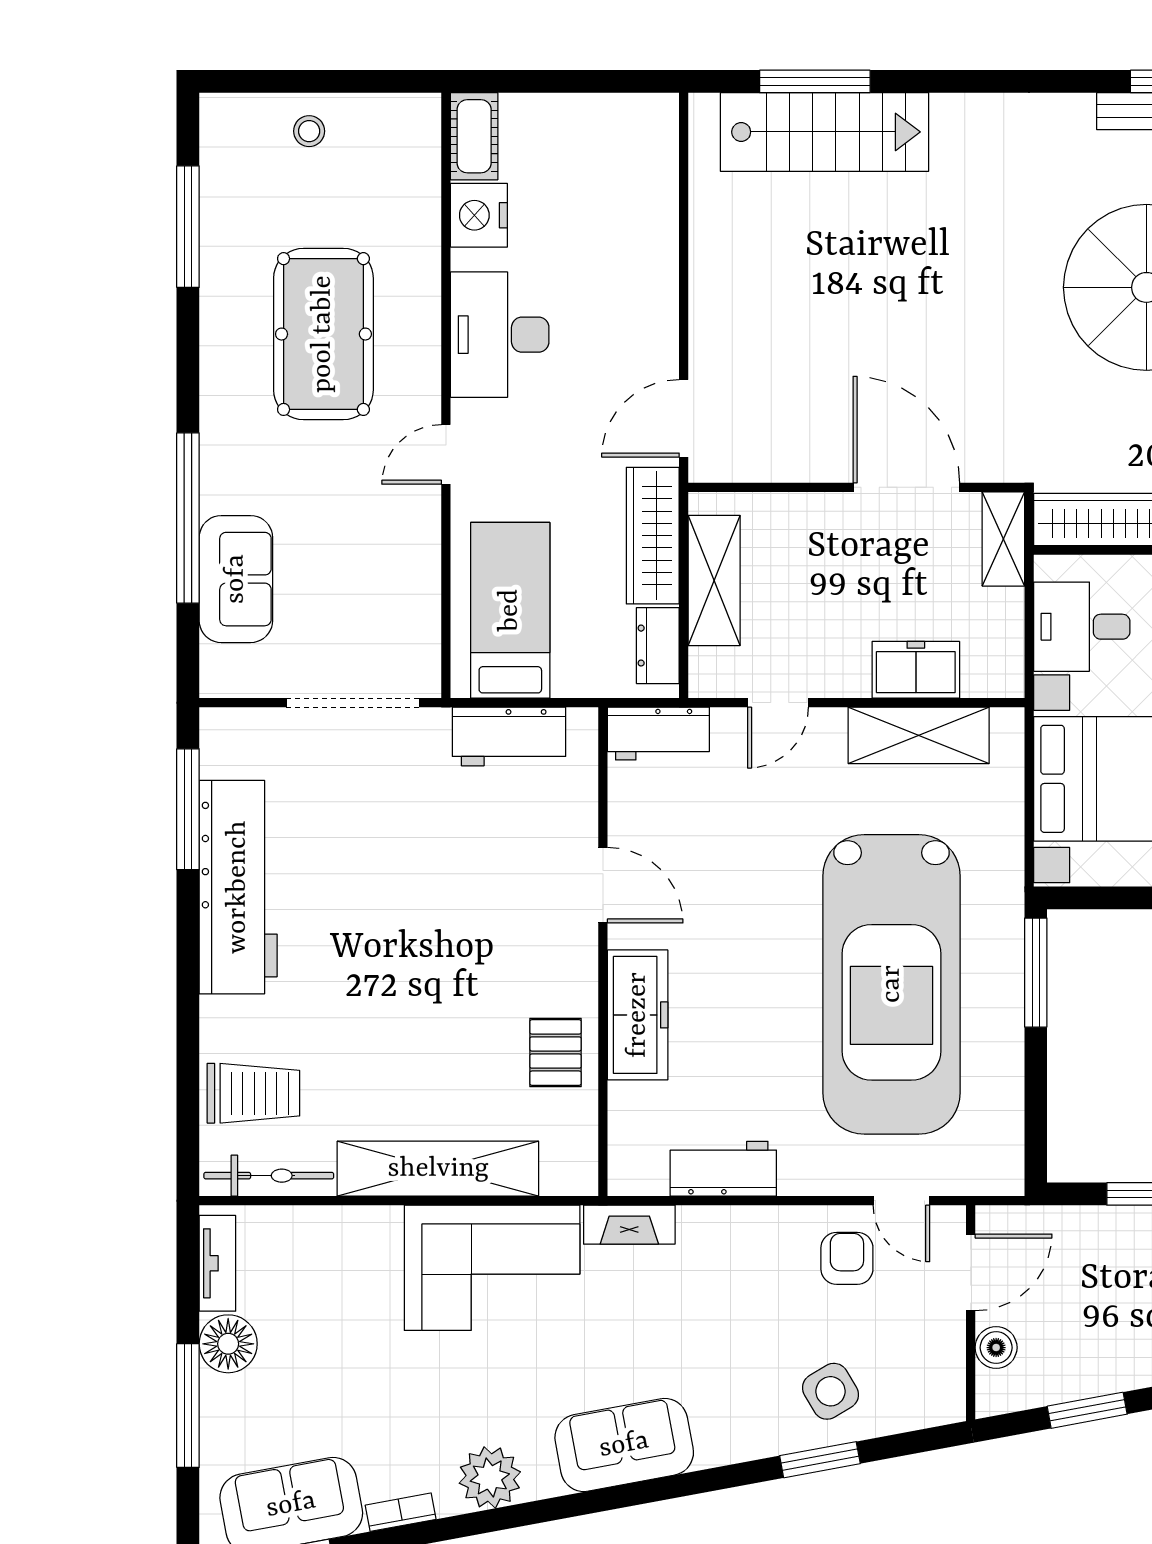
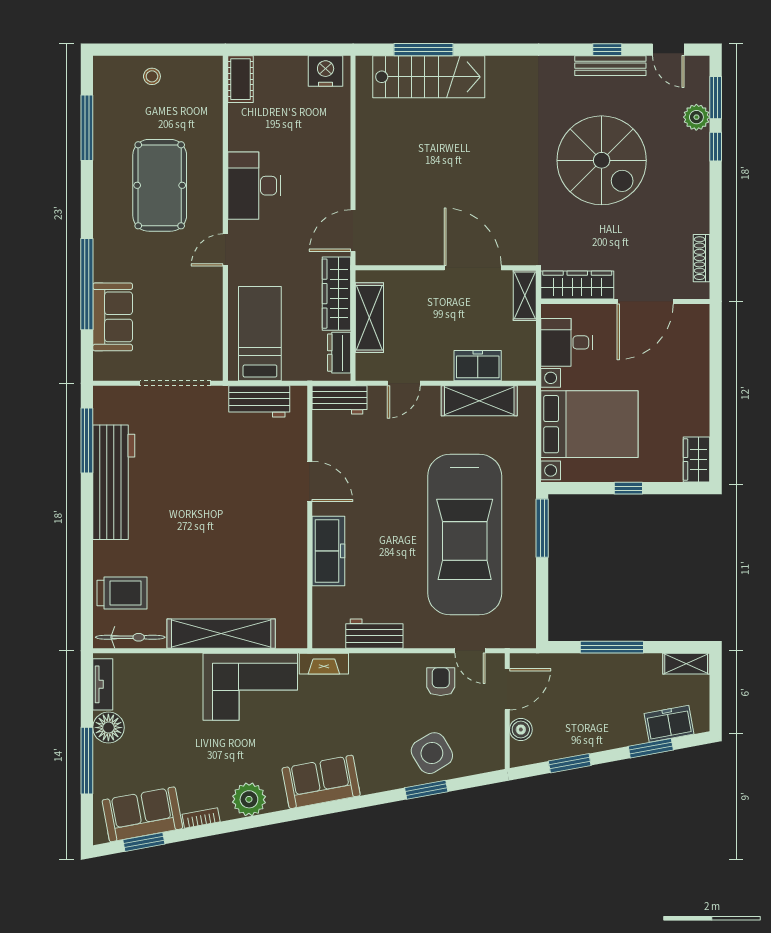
nightstand: (479, 215) -> (326, 71), moved, turned 90
pallet: (556, 1053) -> (284, 571), removed
side table: (830, 1391) -> (432, 753), width x1.37, depth x1.37

